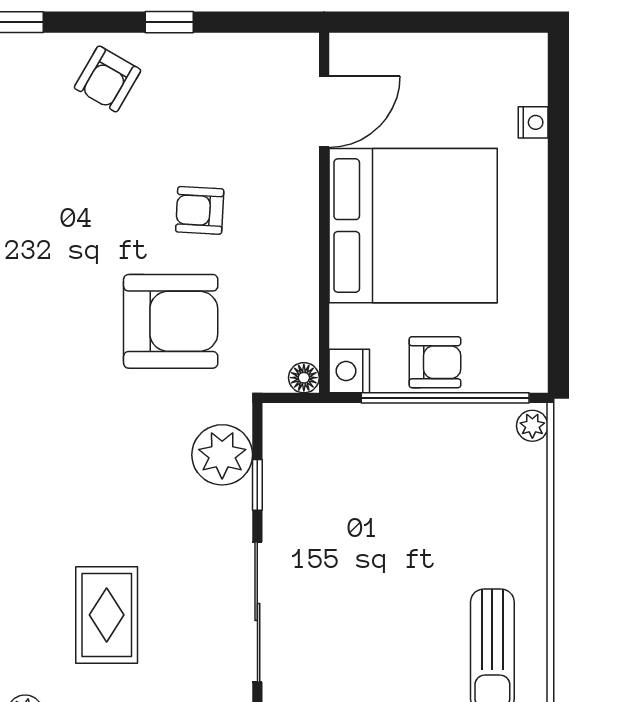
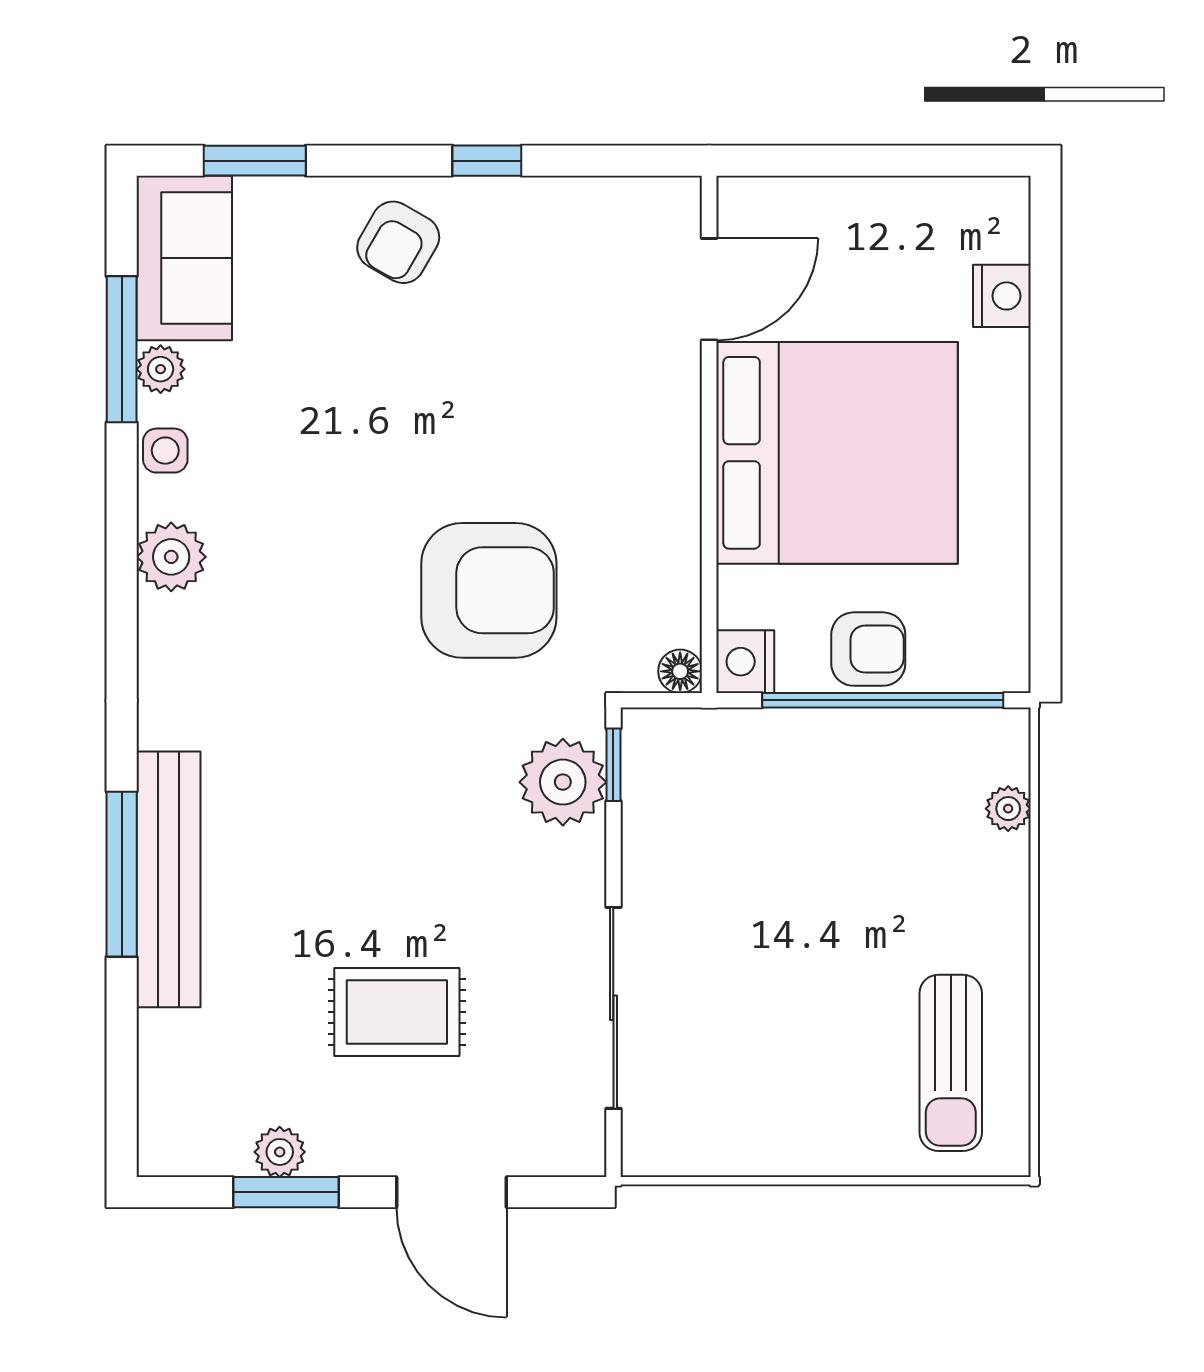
nightstand: (533, 122) -> (1002, 296), width x1.39, depth x1.35
armchair: (200, 210) -> (530, 431), removed
plant: (532, 426) -> (1008, 809), moved
window: (257, 485) -> (613, 765), moved
rug: (107, 615) -> (397, 1012), turned 90

